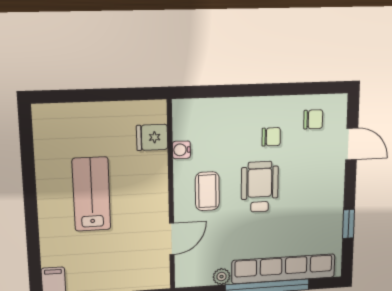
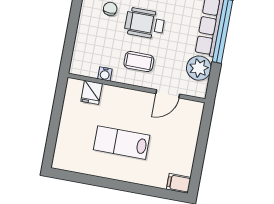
door: (172, 239) -> (168, 94), swing flipped
plant: (222, 277) -> (199, 68), width x1.88, depth x1.88

